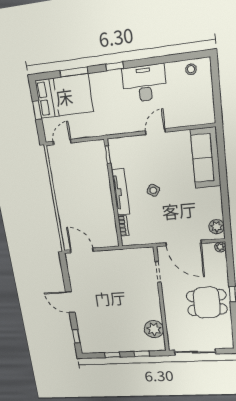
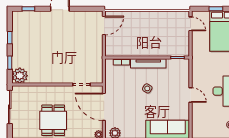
door: (184, 243) -> (104, 107), hinge flipped
plant: (154, 329) -> (20, 76), moved

